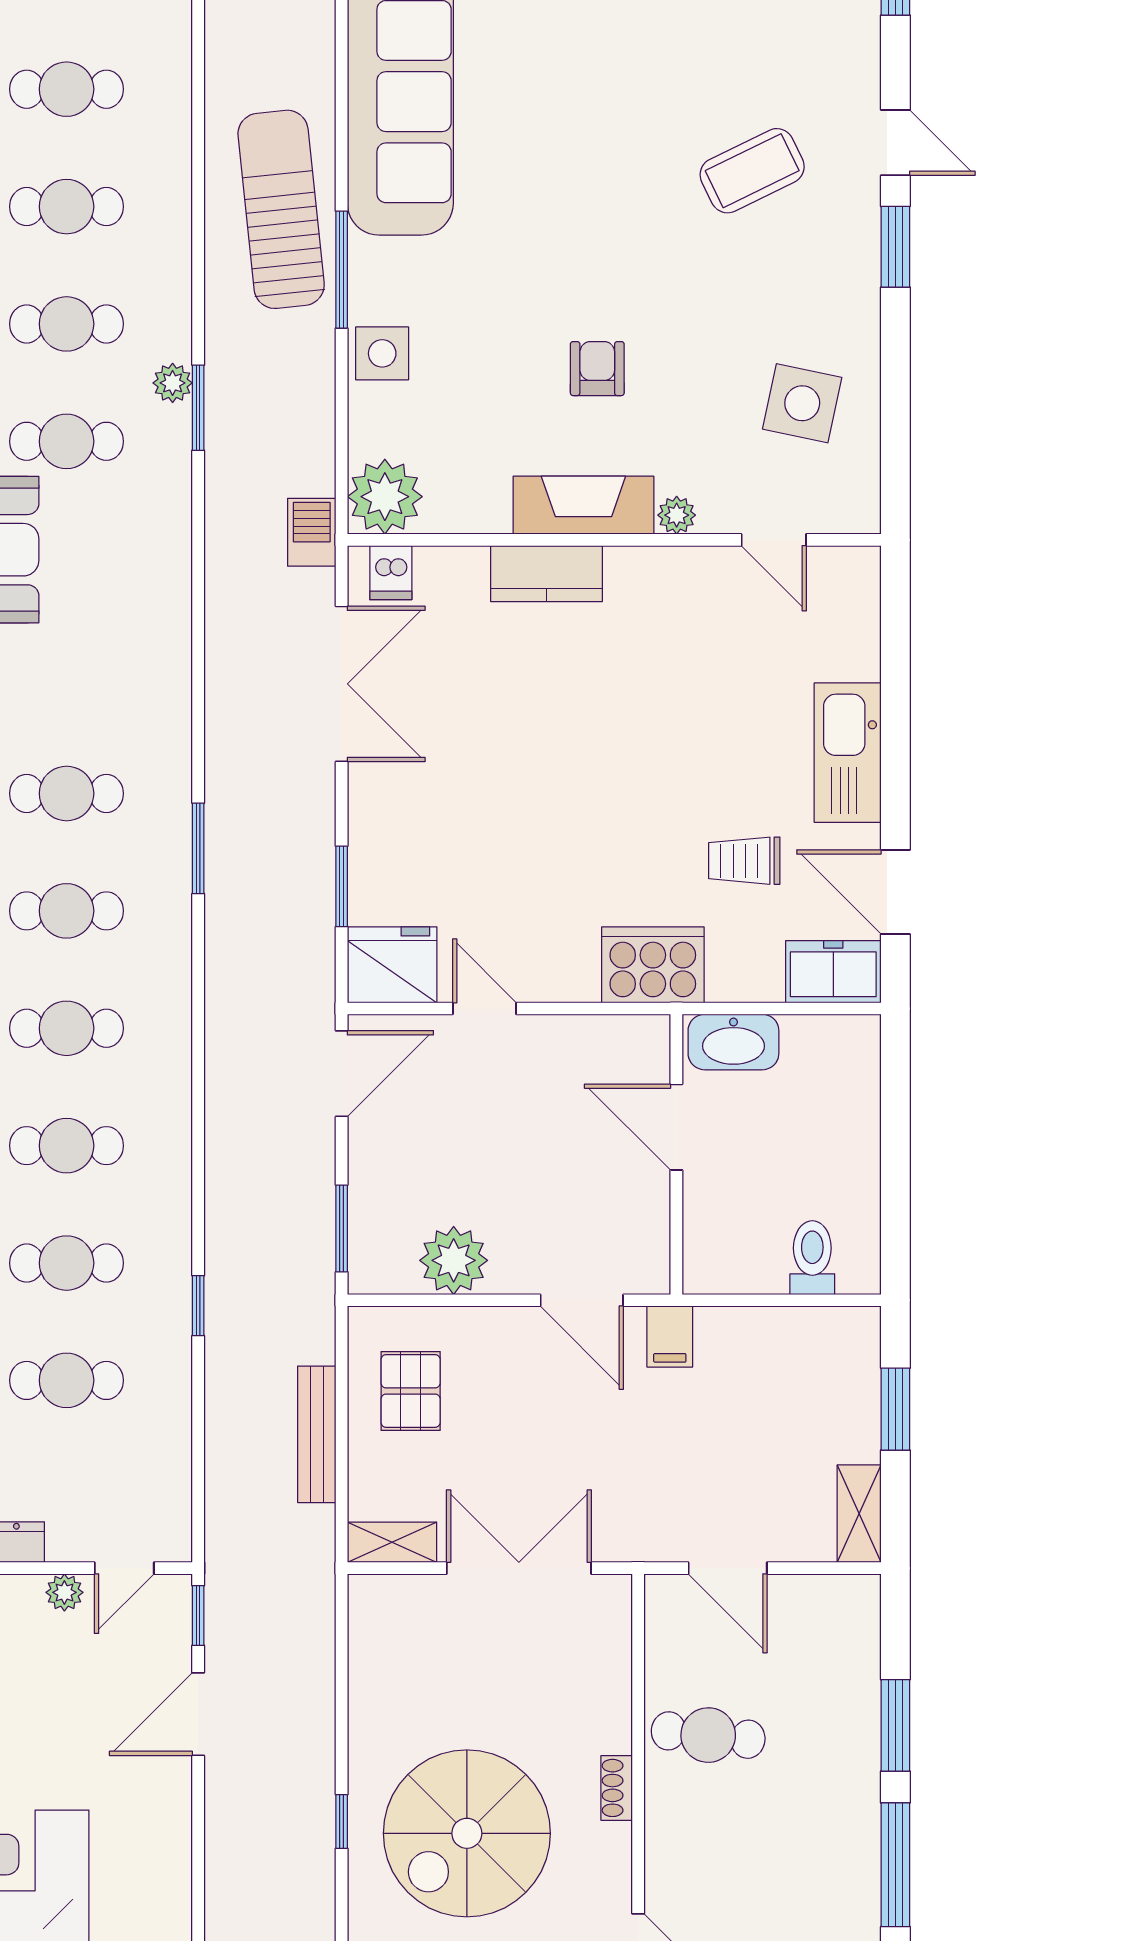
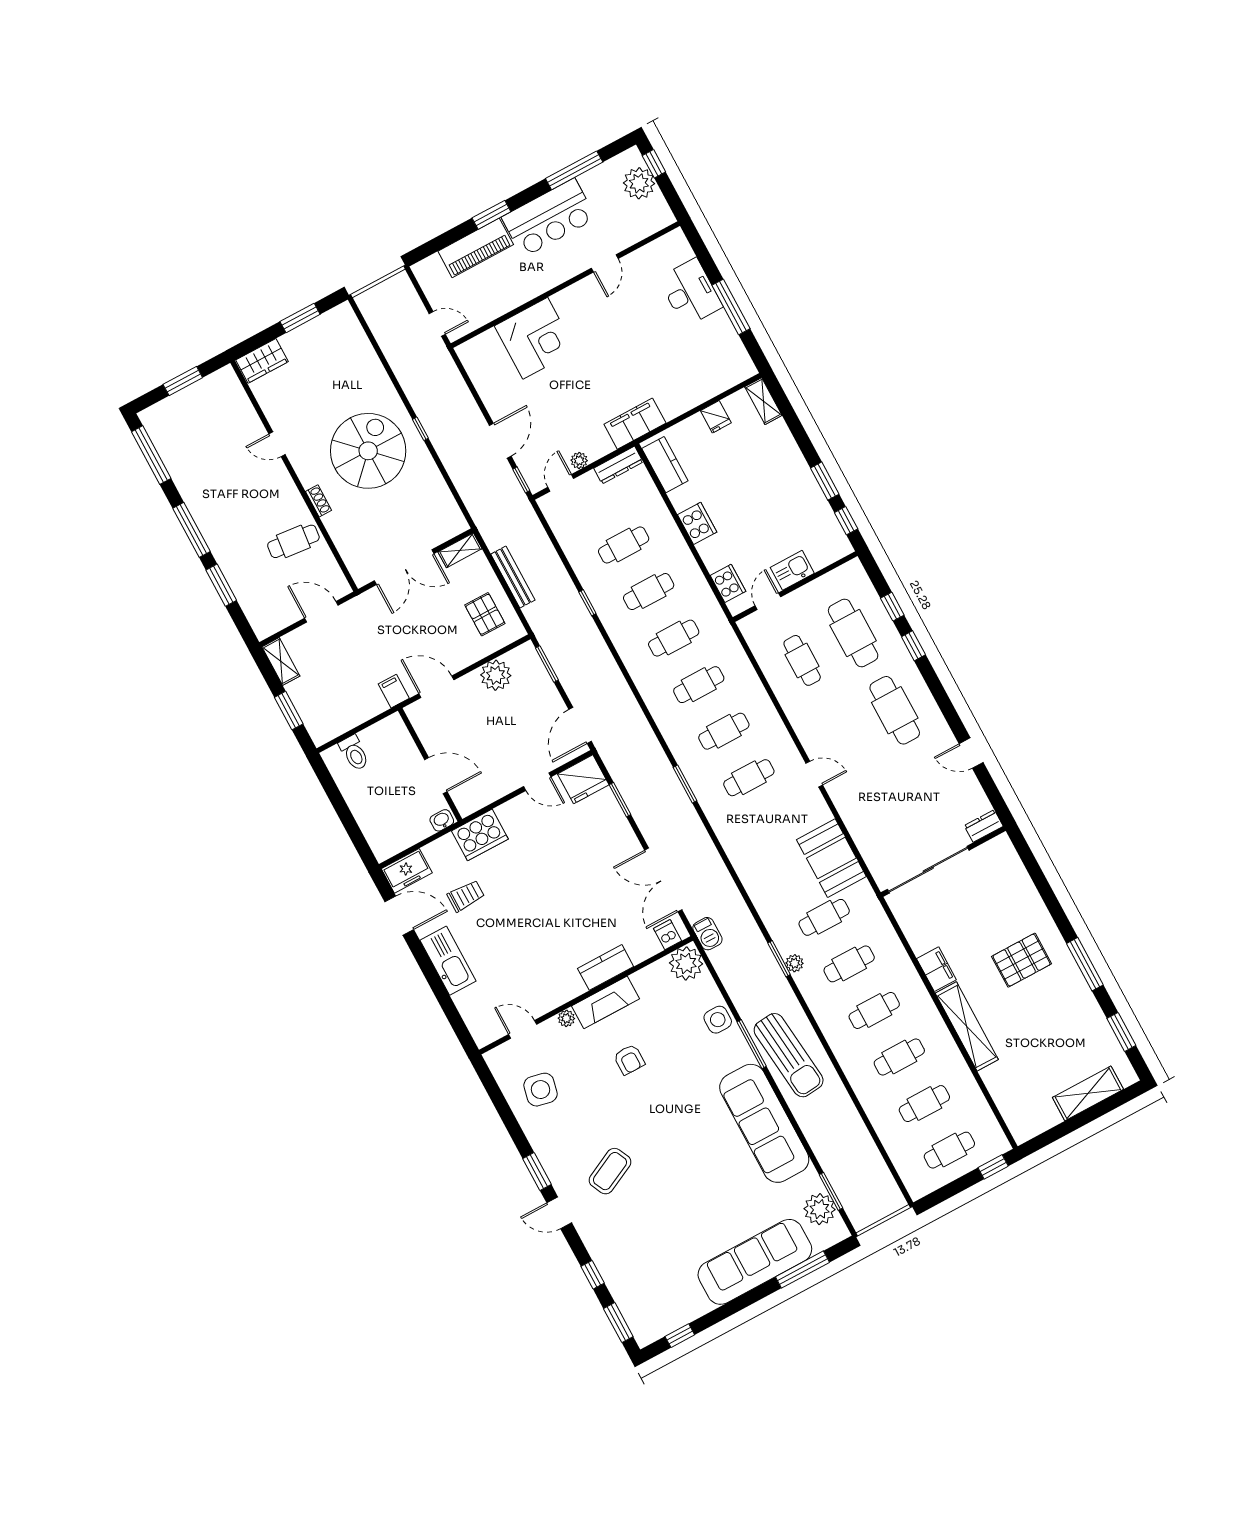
washbasin: (733, 1042) -> (442, 820), width x0.52, depth x0.69

